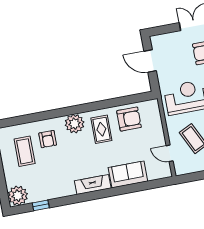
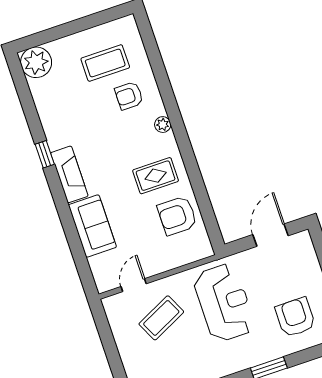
armchair: (129, 119) -> (177, 216), turned 90
plant: (75, 124) -> (163, 125), width x0.53, depth x0.53
window: (41, 205) -> (45, 154), moved

